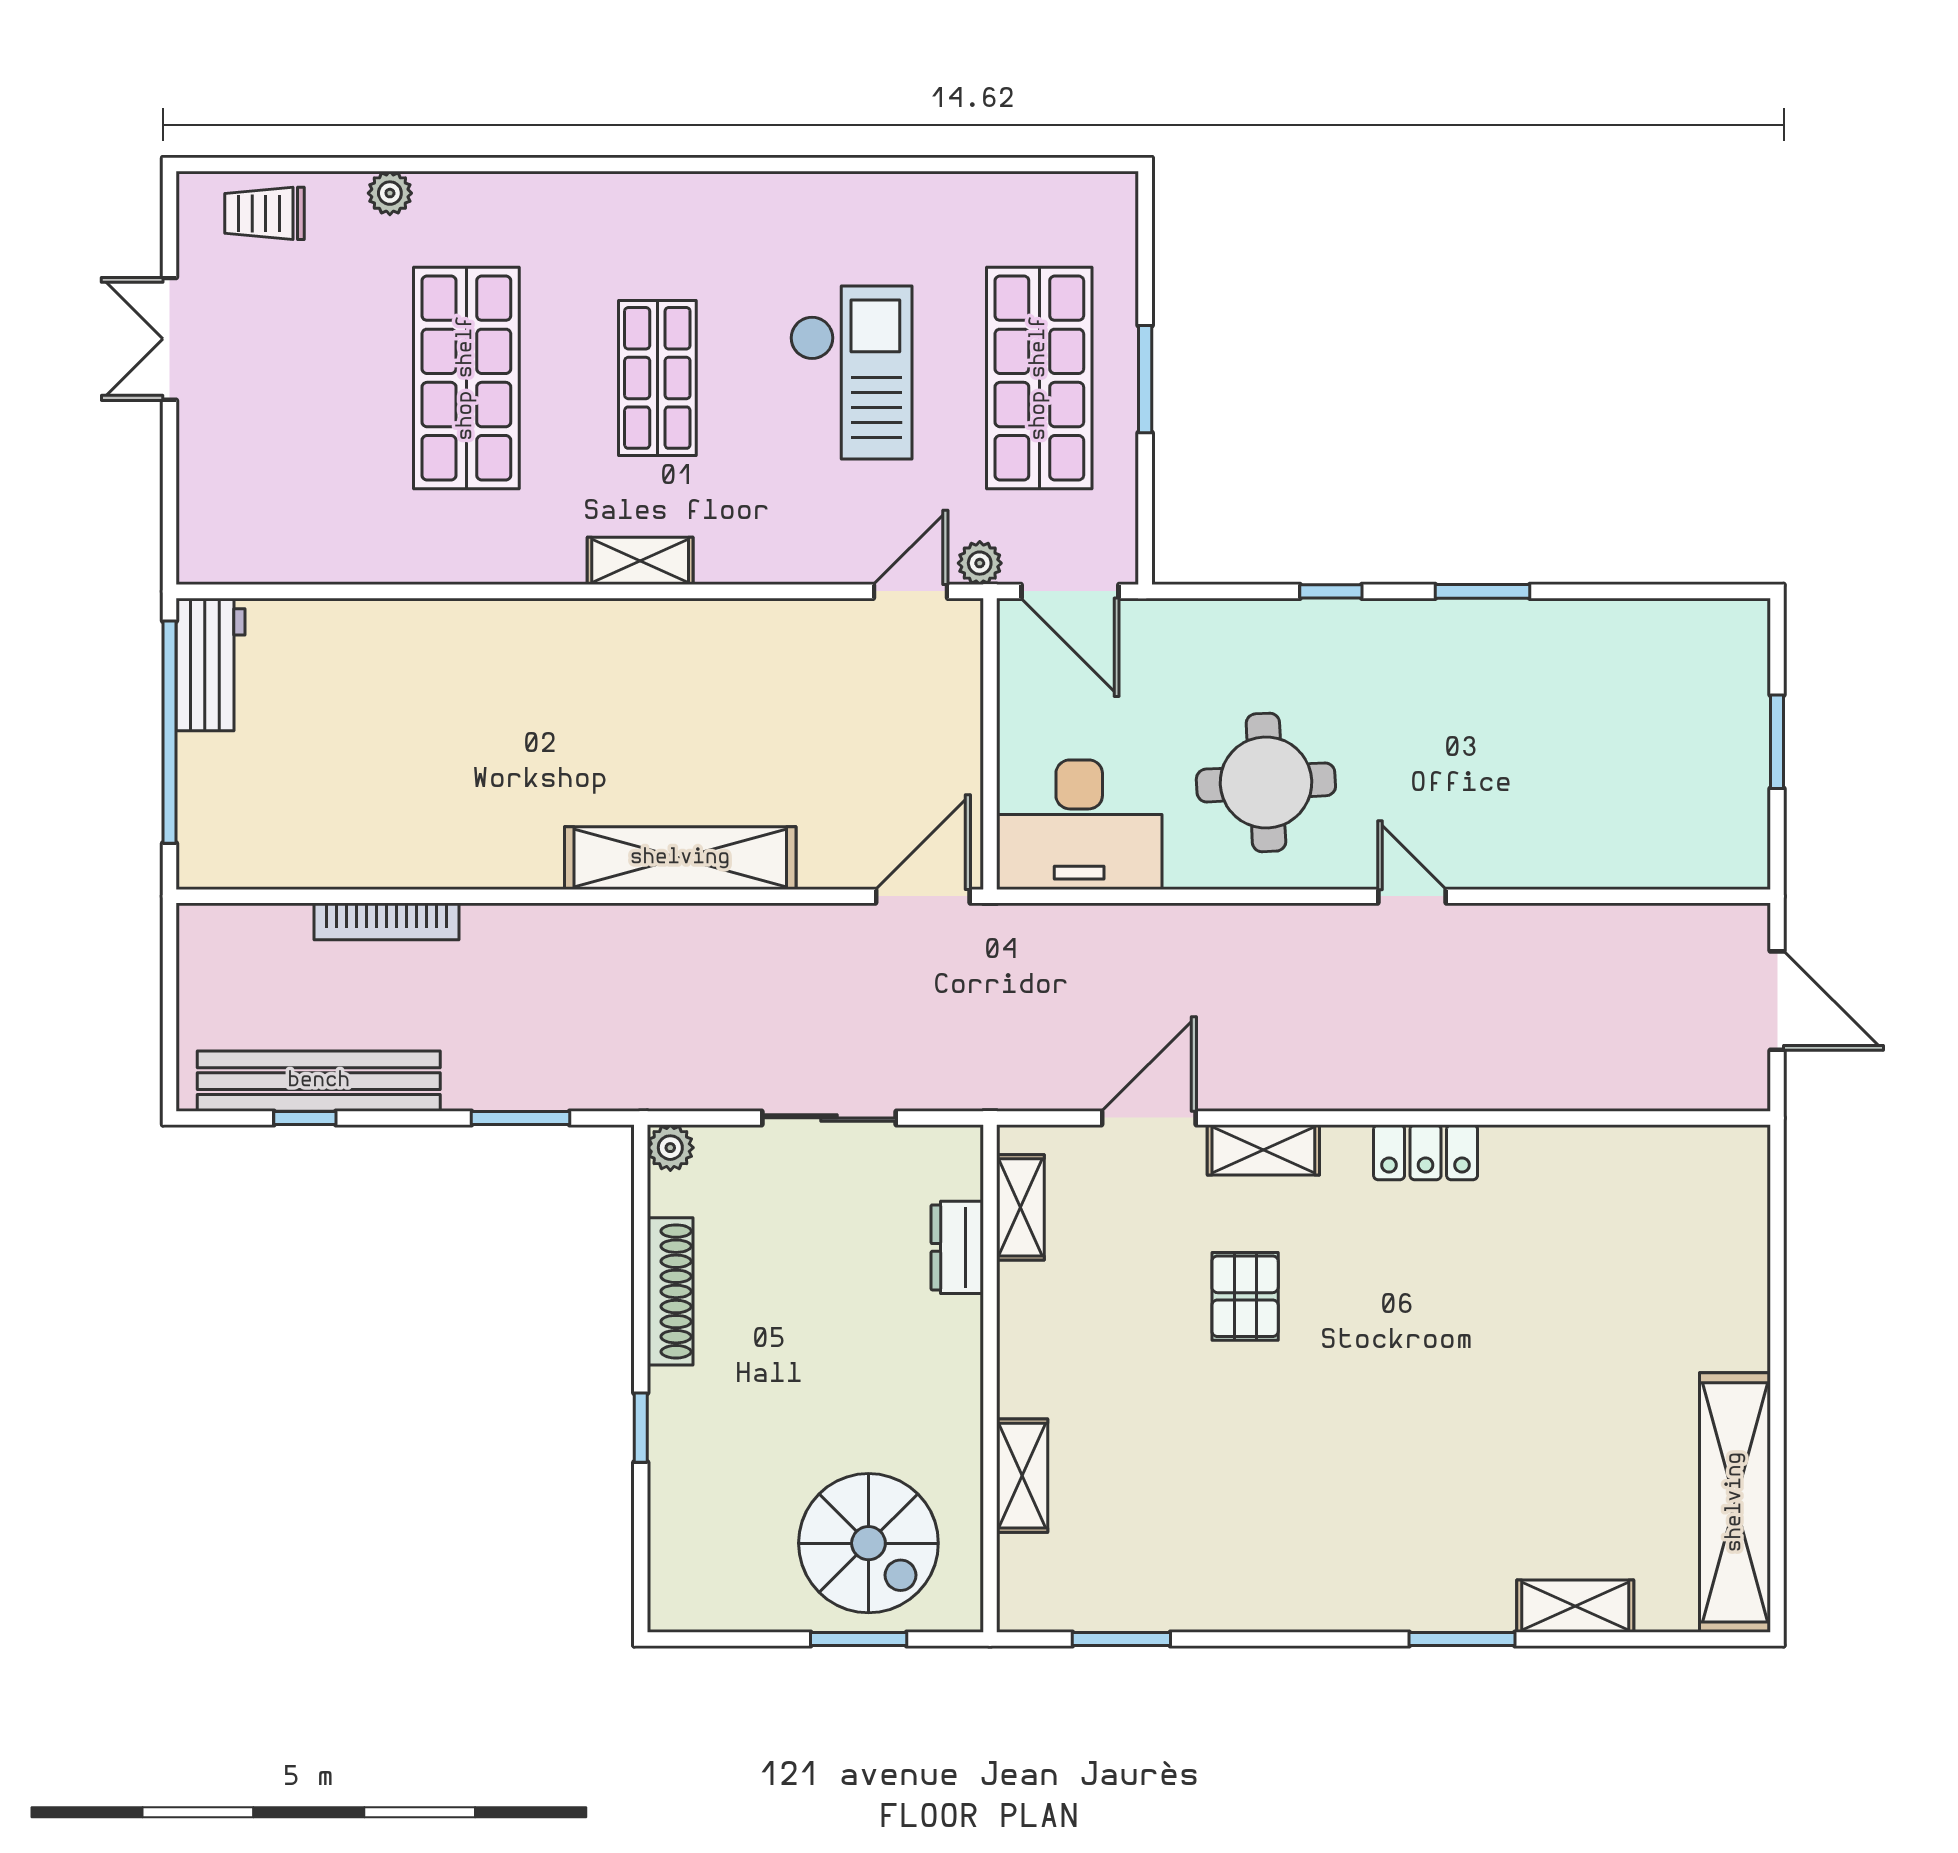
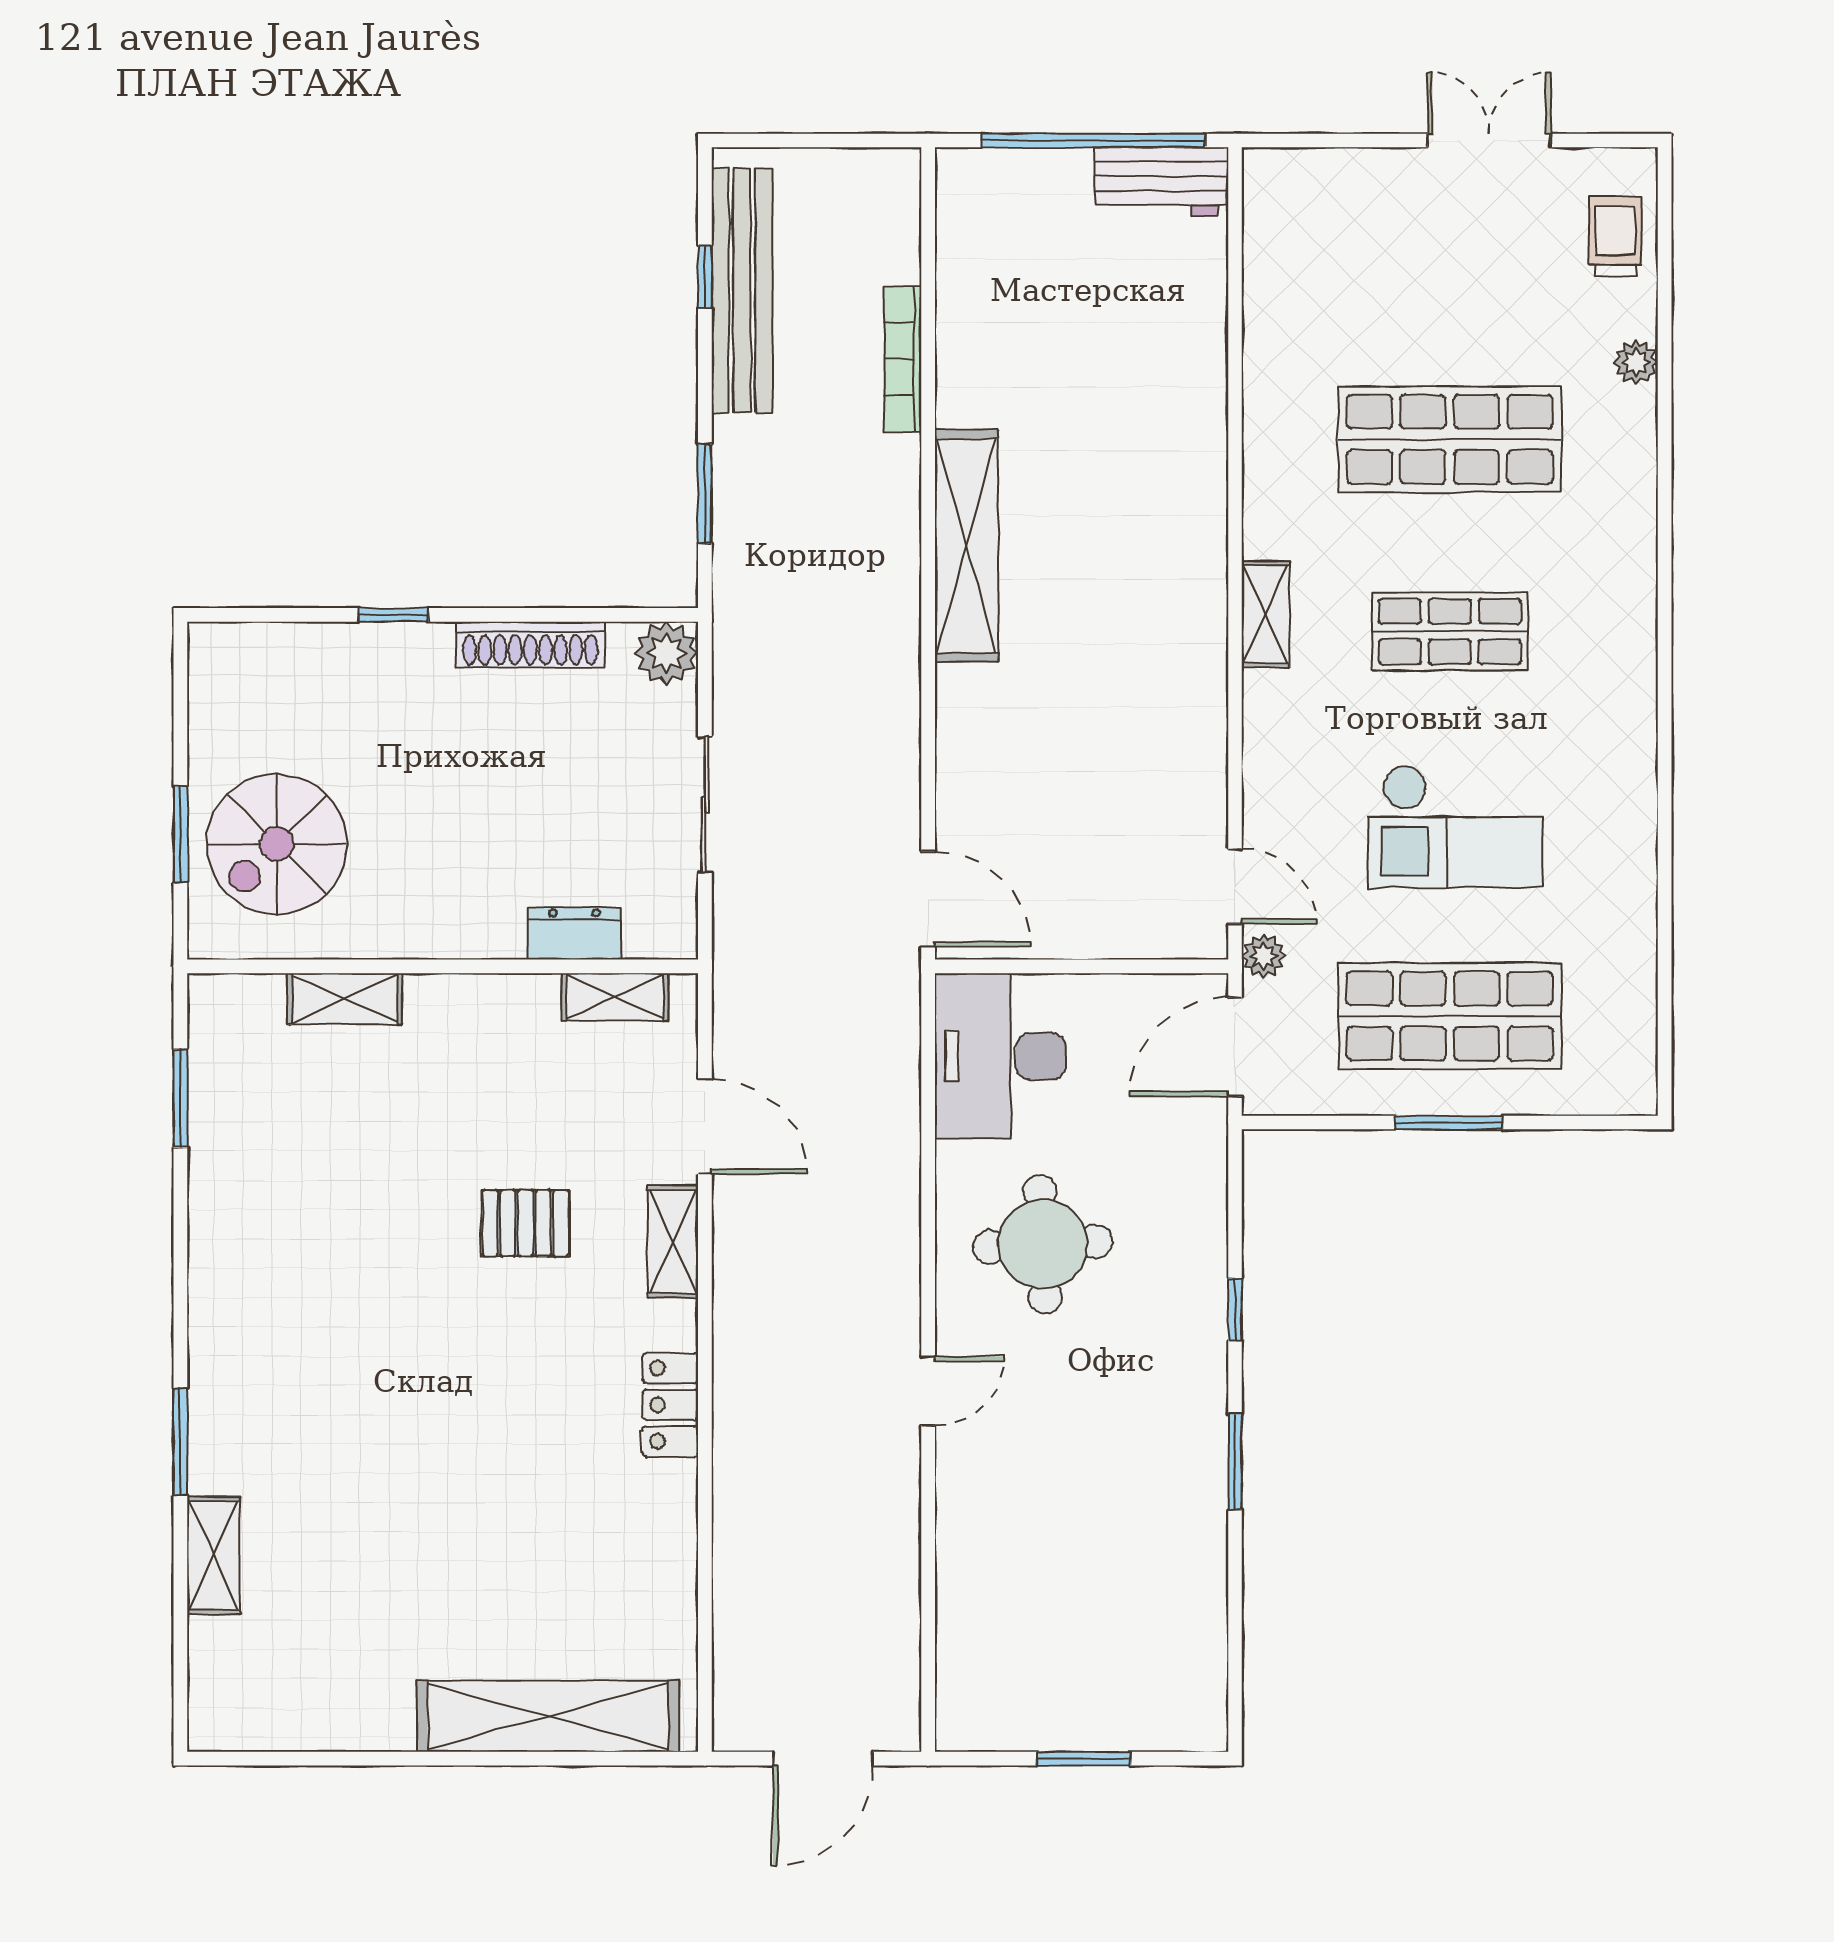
shelving: (680, 858) -> (967, 546), moved
plant: (670, 1148) -> (666, 653), width x1.38, depth x1.38
shelving: (1735, 1502) -> (548, 1716), moved

